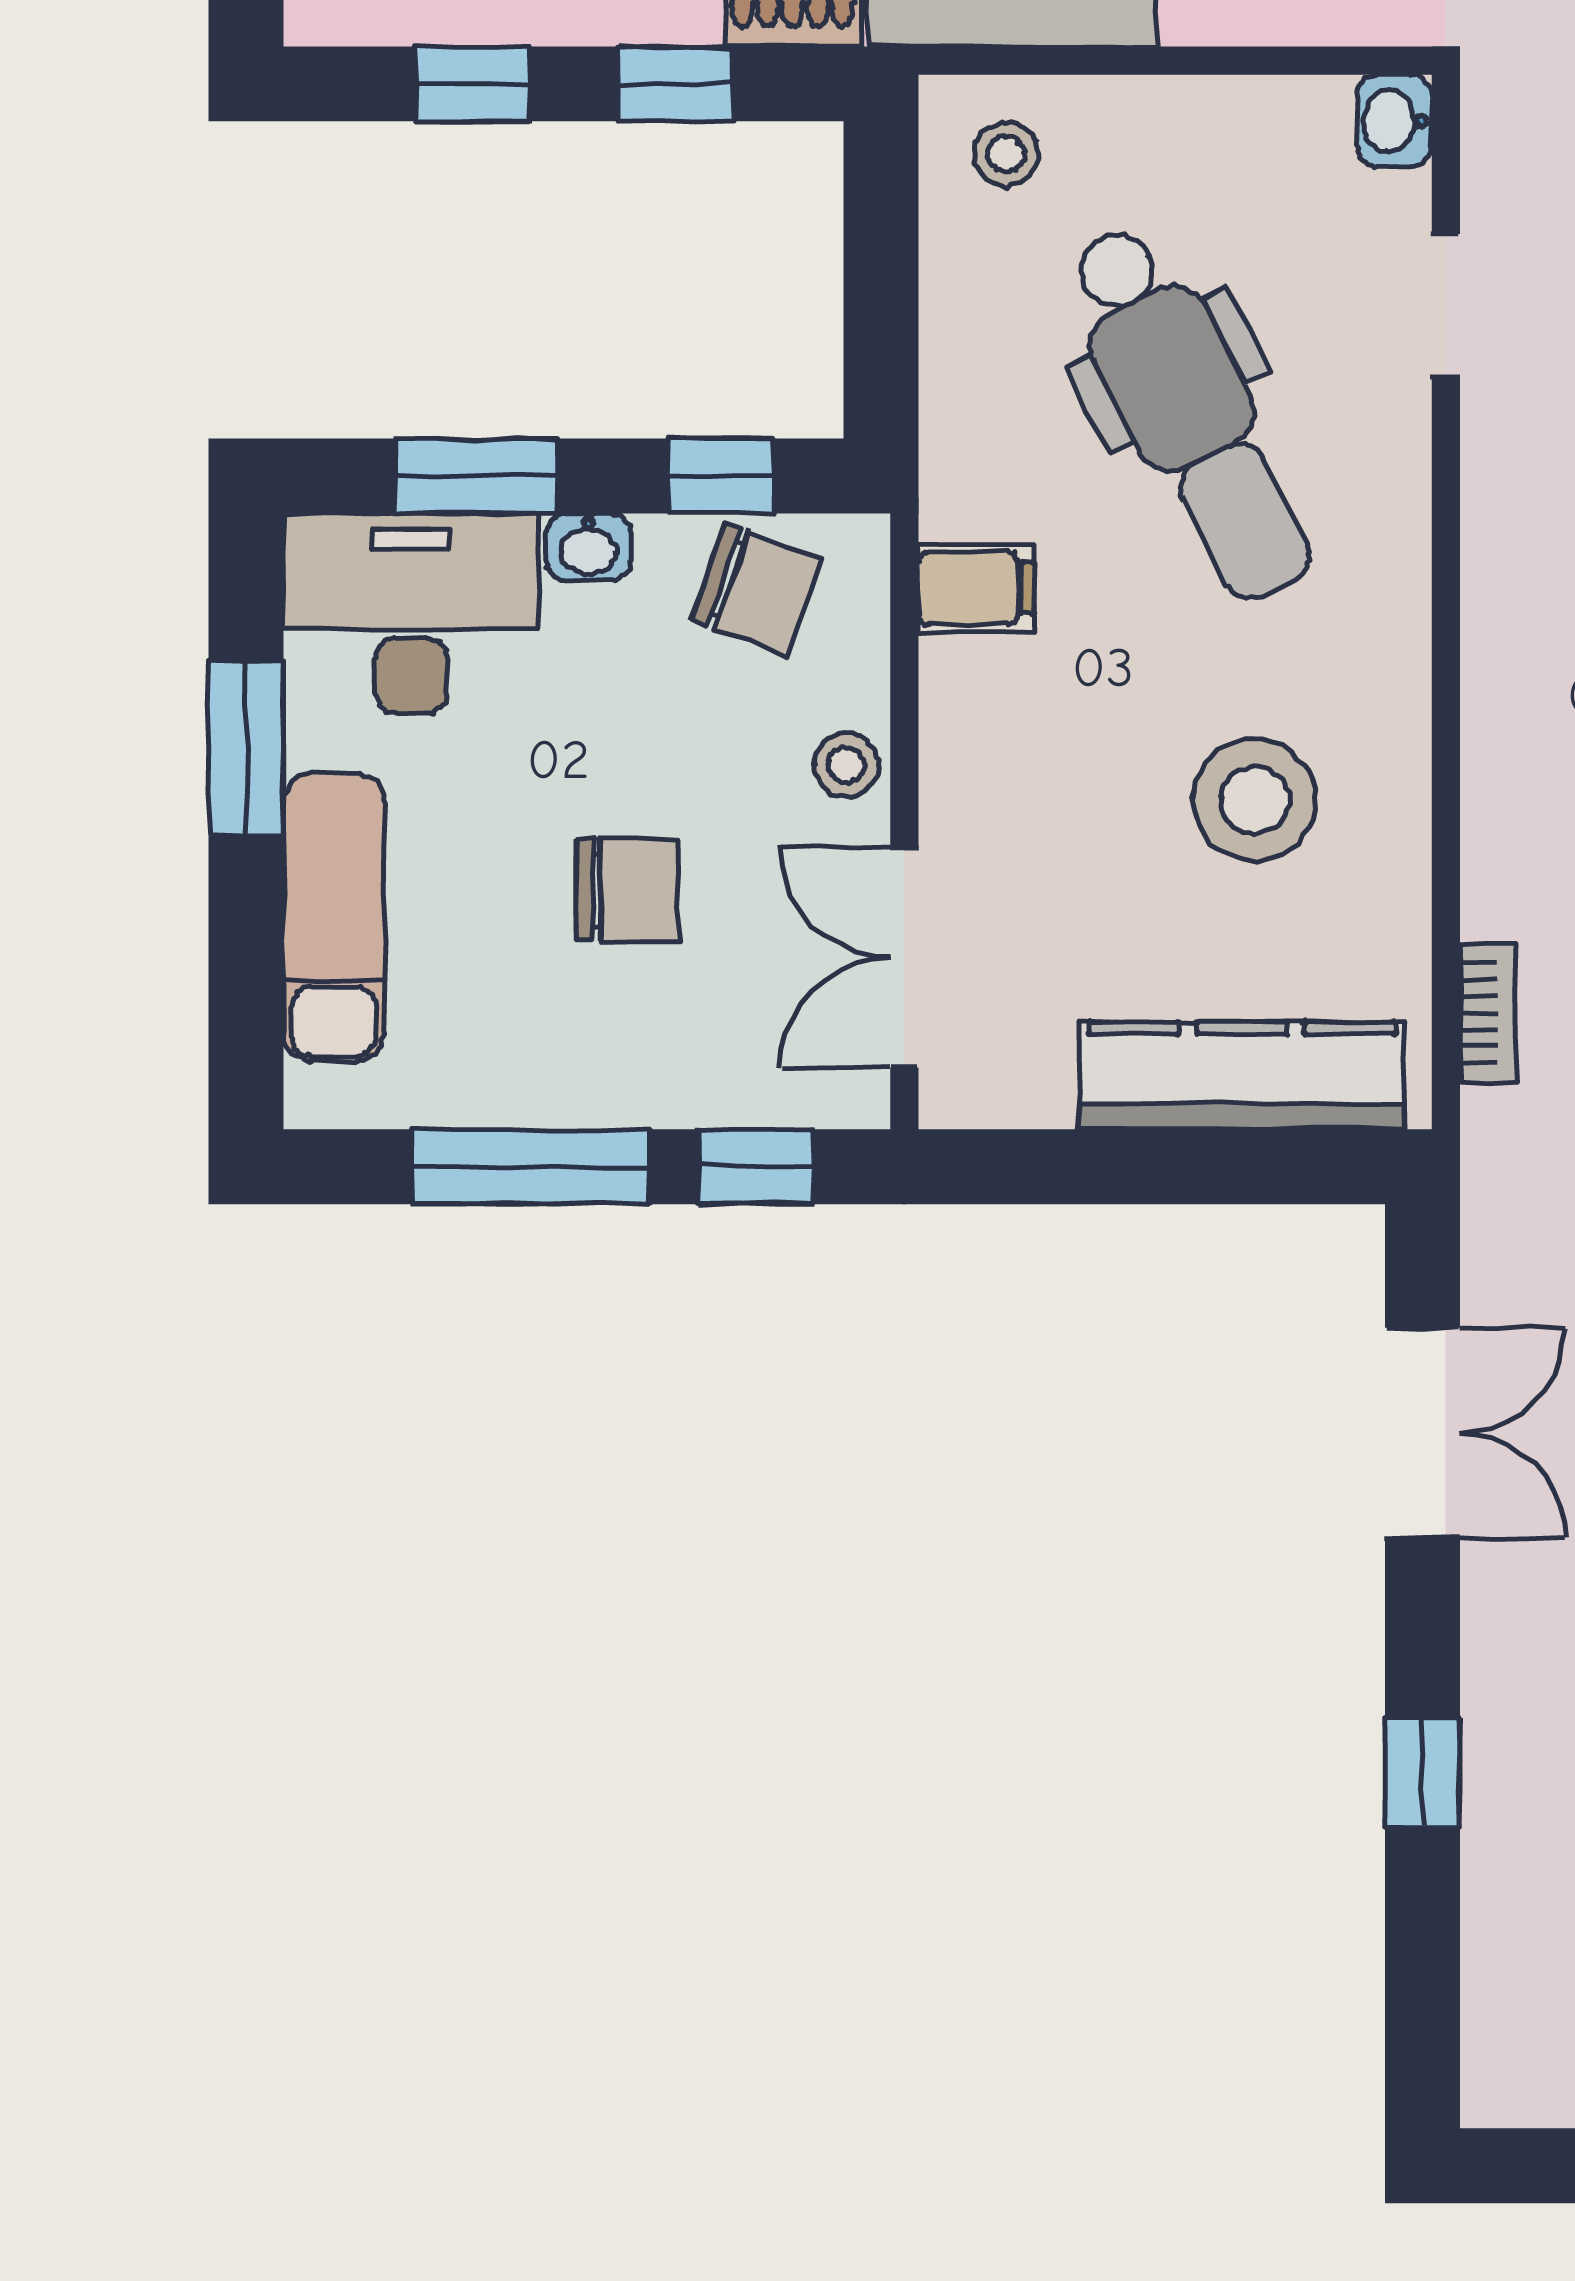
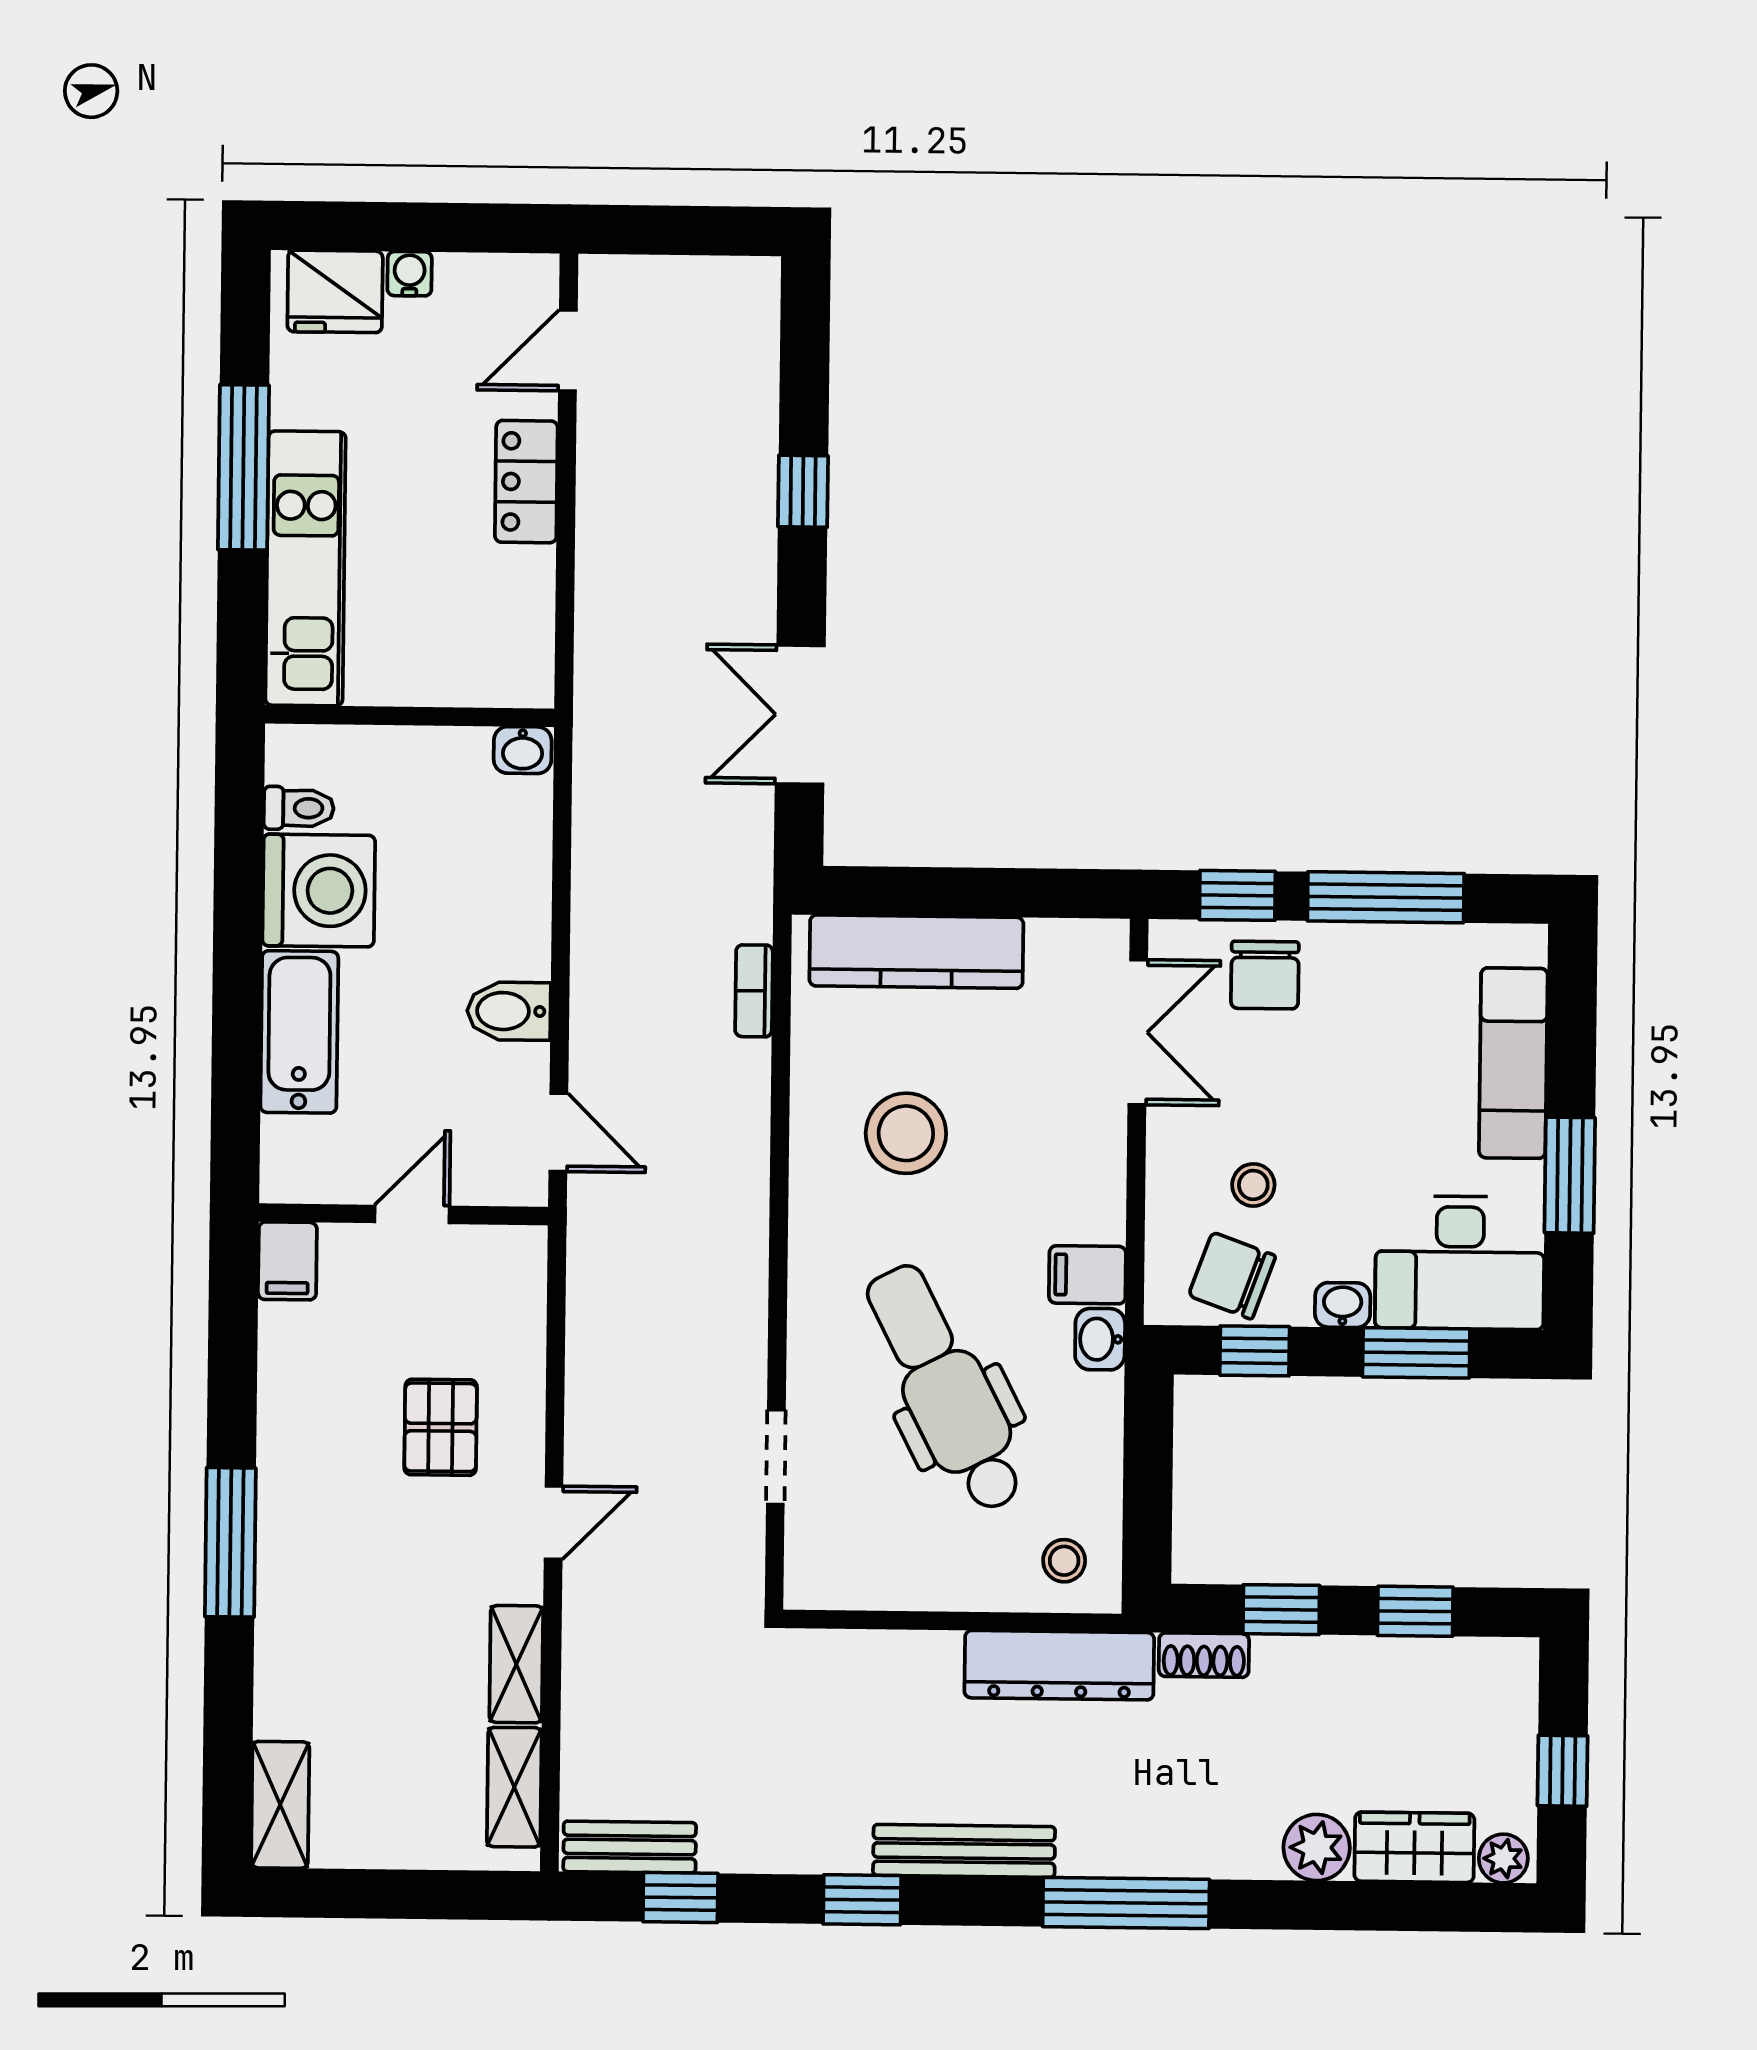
washbasin: (1394, 121) -> (1100, 1339), moved, turned 180
stool: (846, 765) -> (1253, 1185), moved
chair: (627, 890) -> (1265, 975), moved, turned -90

